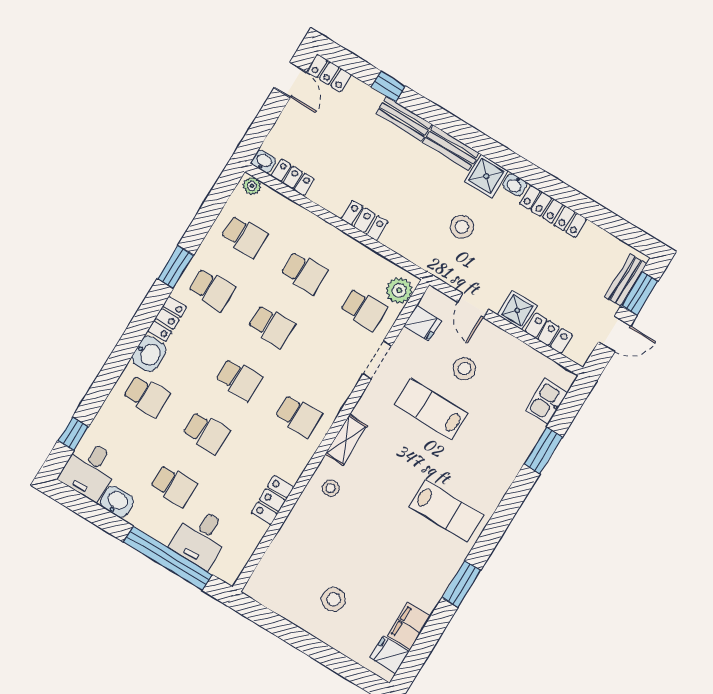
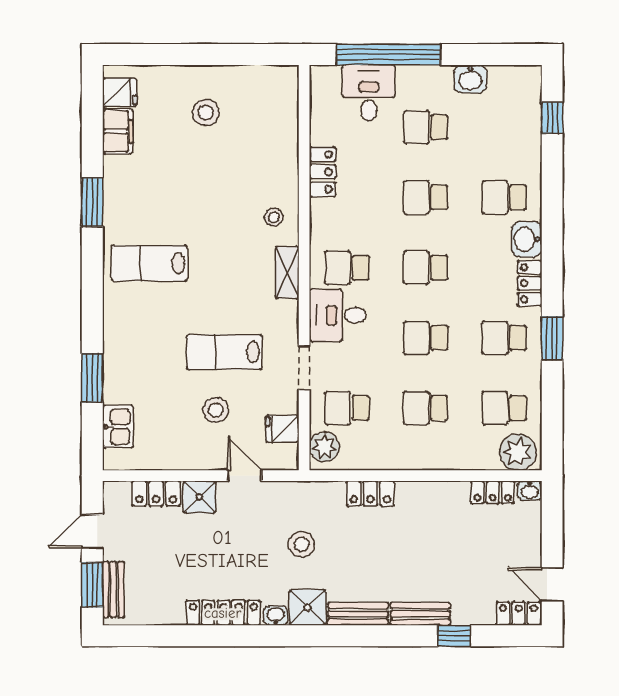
plant: (252, 186) -> (518, 452), width x1.88, depth x1.88
locker: (365, 220) -> (370, 493), moved
lab bench: (431, 409) -> (224, 352), turned 180
desk: (89, 470) -> (338, 315), moved, turned -90

